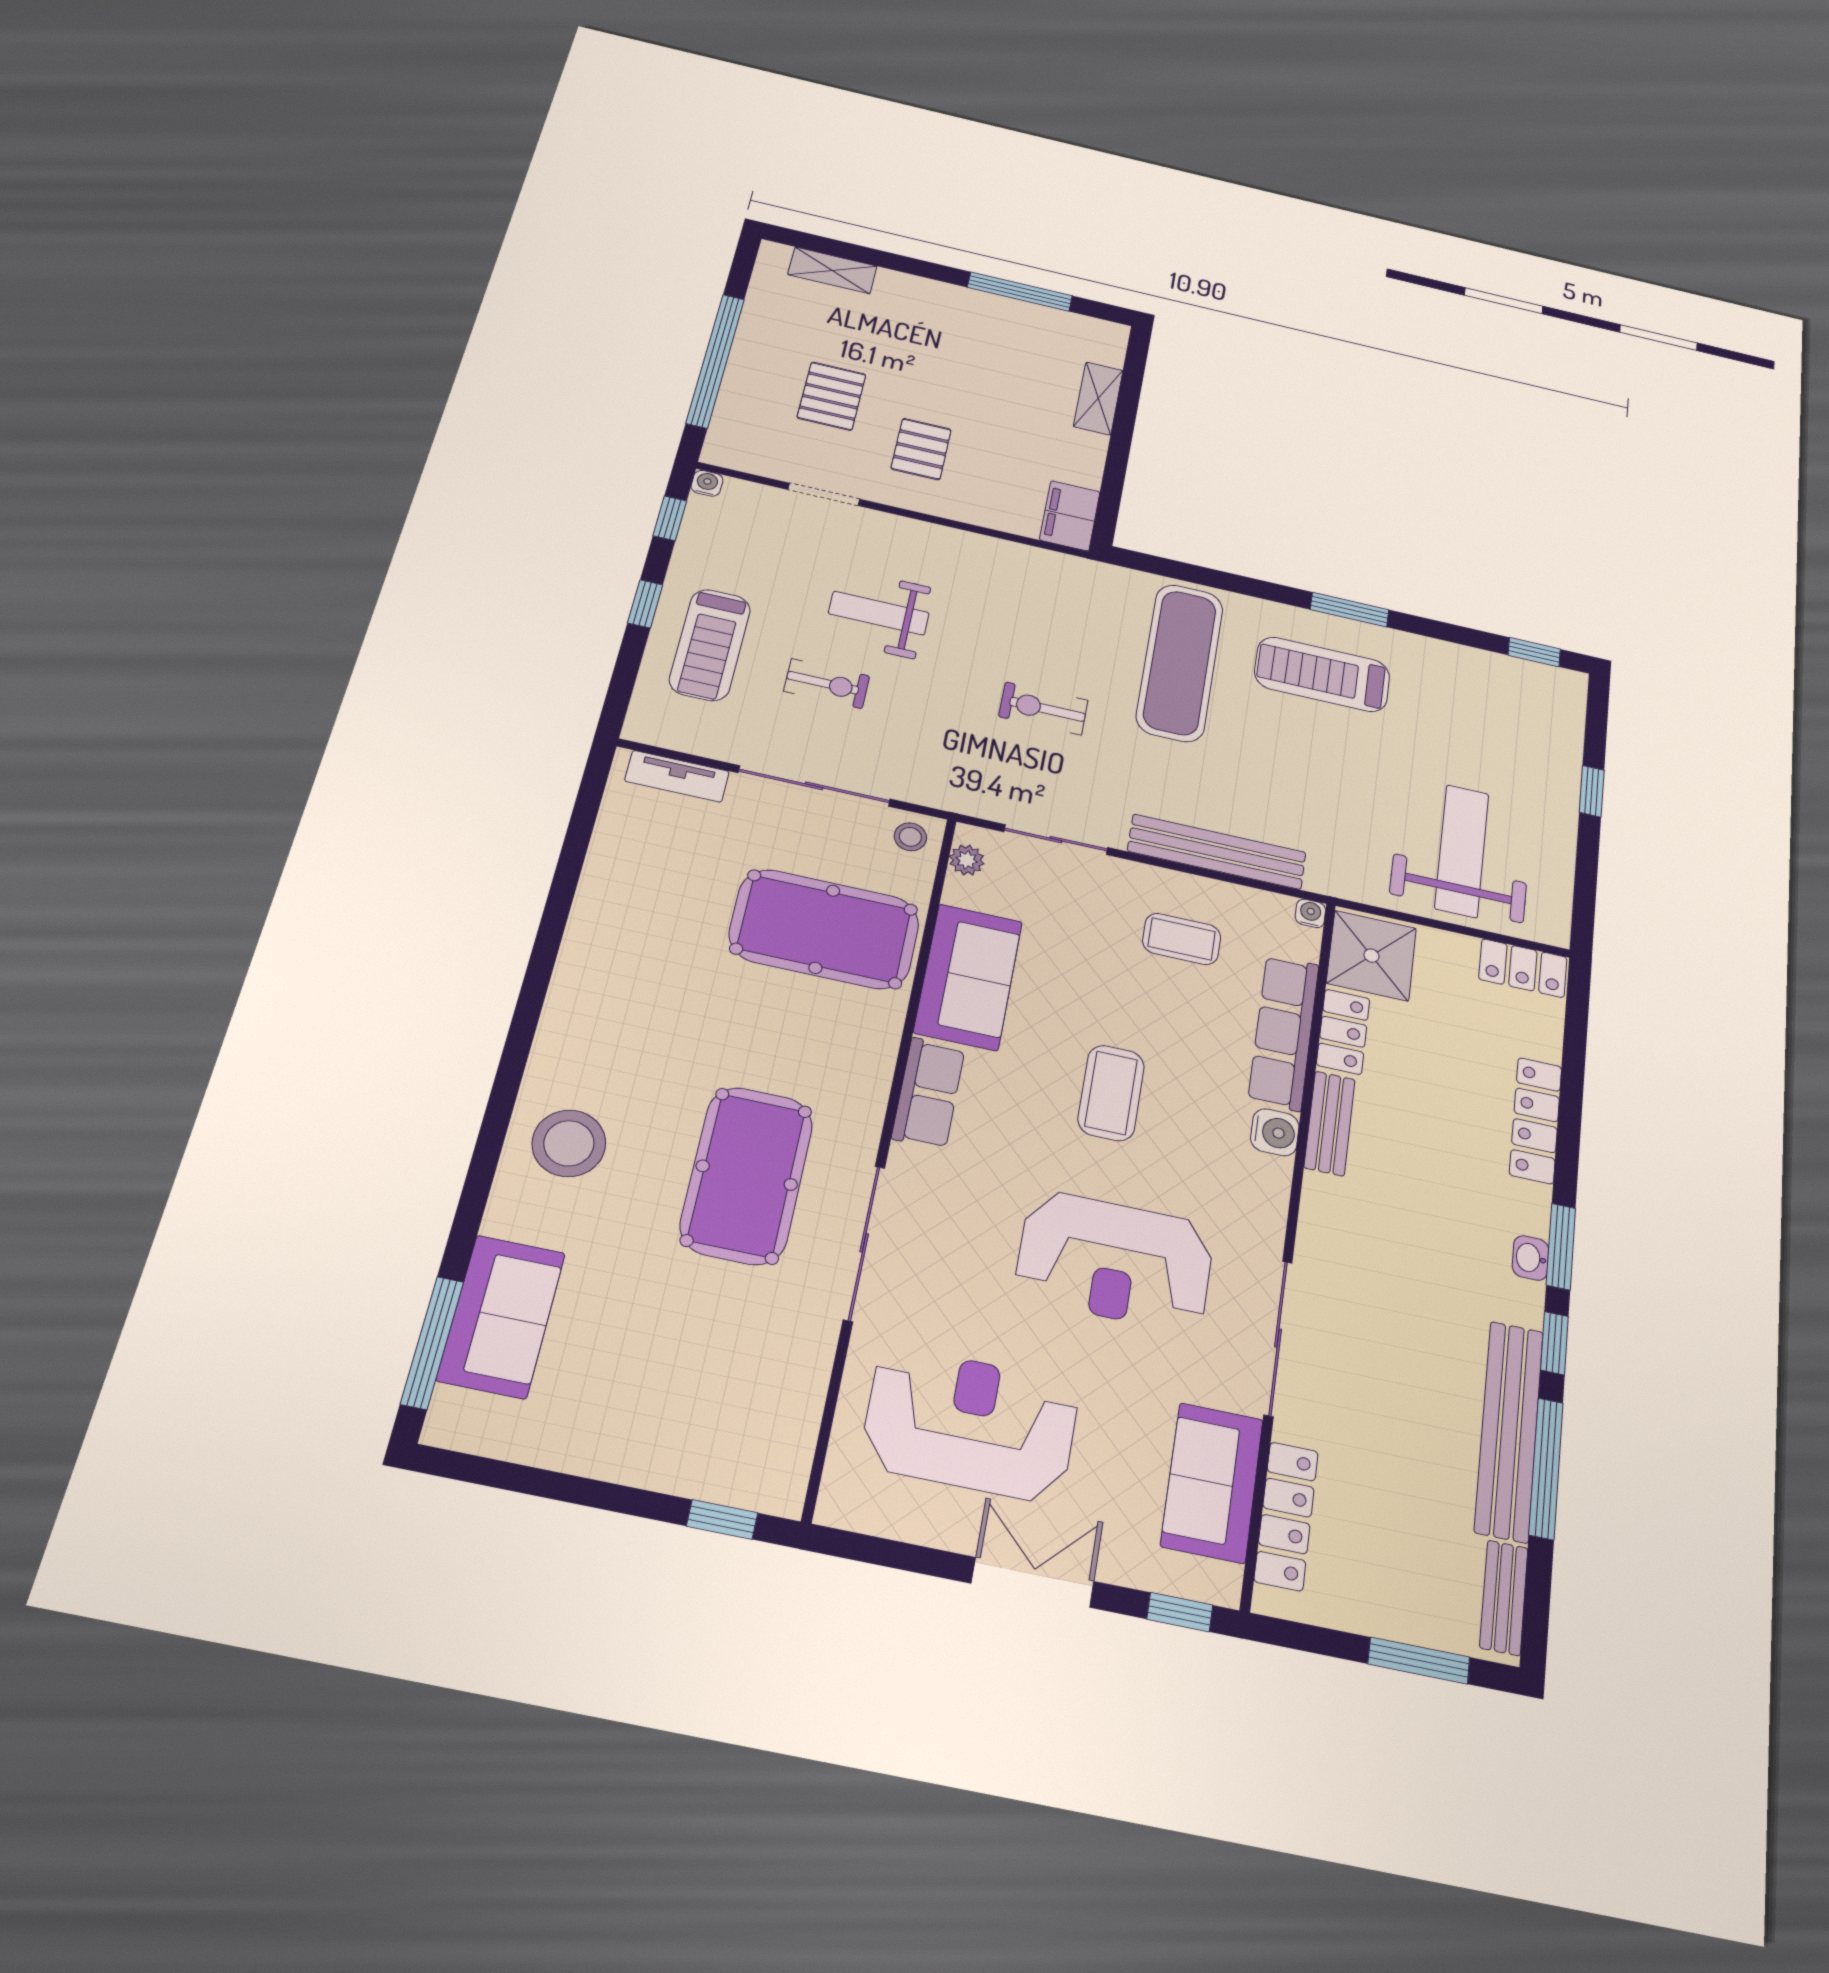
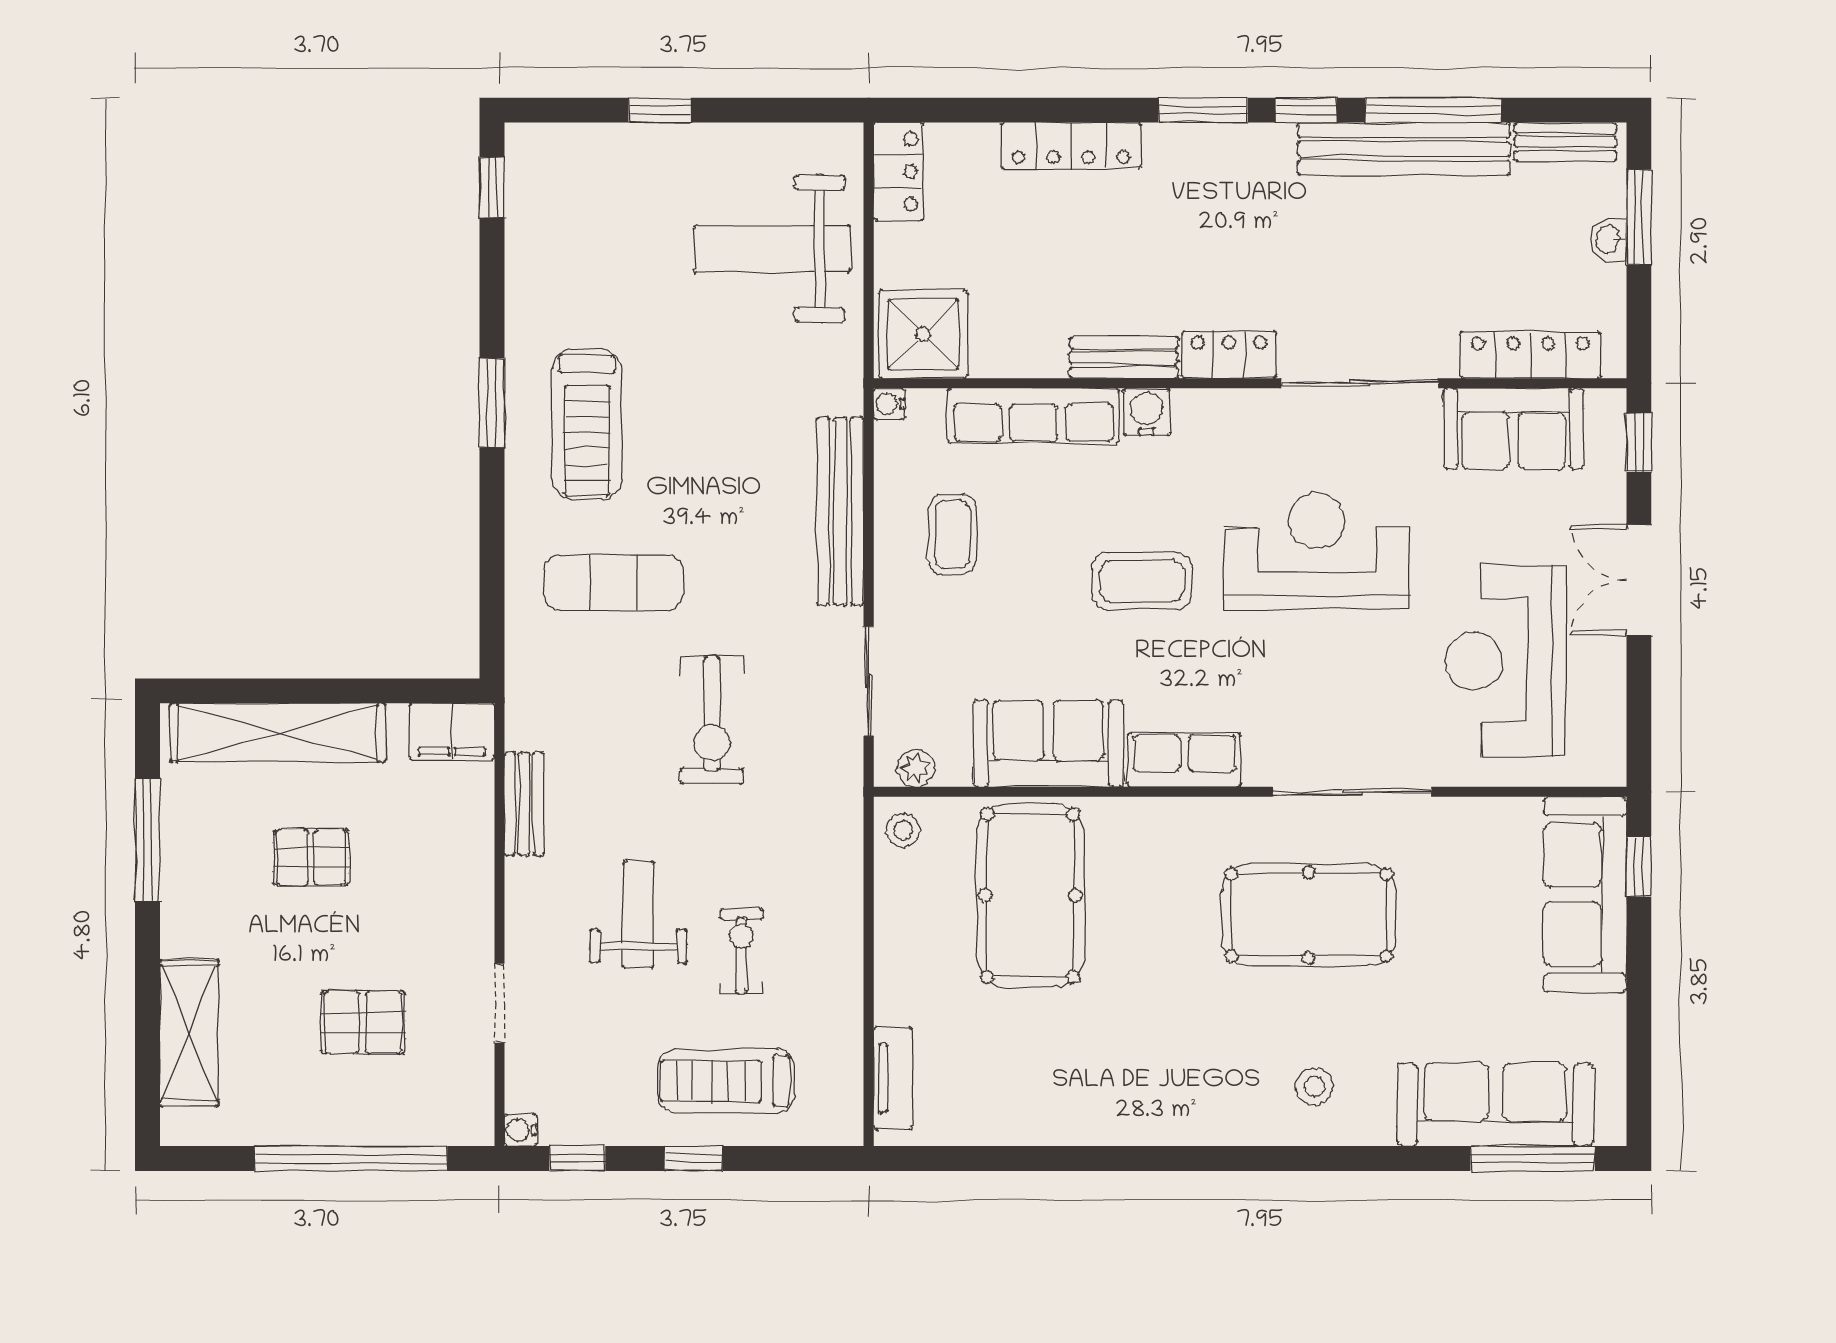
shelving: (832, 270) -> (189, 1033), width x1.50, depth x1.33
shelving: (1098, 398) -> (278, 733), width x2.20, depth x1.33
pallet: (921, 449) -> (311, 857), moved
bench: (996, 552) -> (524, 804), added
weight bench: (879, 613) -> (638, 915), turned 180
treadmill: (710, 645) -> (726, 1081), turned 180
exercise mat: (1180, 662) -> (614, 582), width x0.73, depth x0.69
exercise bike: (1043, 708) -> (712, 720), width x1.38, depth x1.39
sliding door: (814, 786) -> (869, 939), removed
locker: (1343, 1032) -> (1229, 355), moved
stool: (569, 1143) -> (1315, 1086), width x0.53, depth x0.53
washbasin: (1531, 1258) -> (1609, 239), moved, turned 90
reception desk: (1115, 1261) -> (1317, 551), turned -90
sofa: (501, 1316) -> (1495, 1105), width x1.36
sofa: (704, 1456) -> (1585, 895), added

